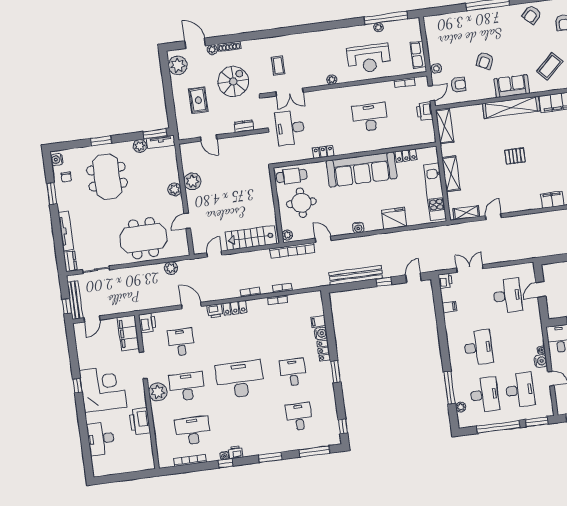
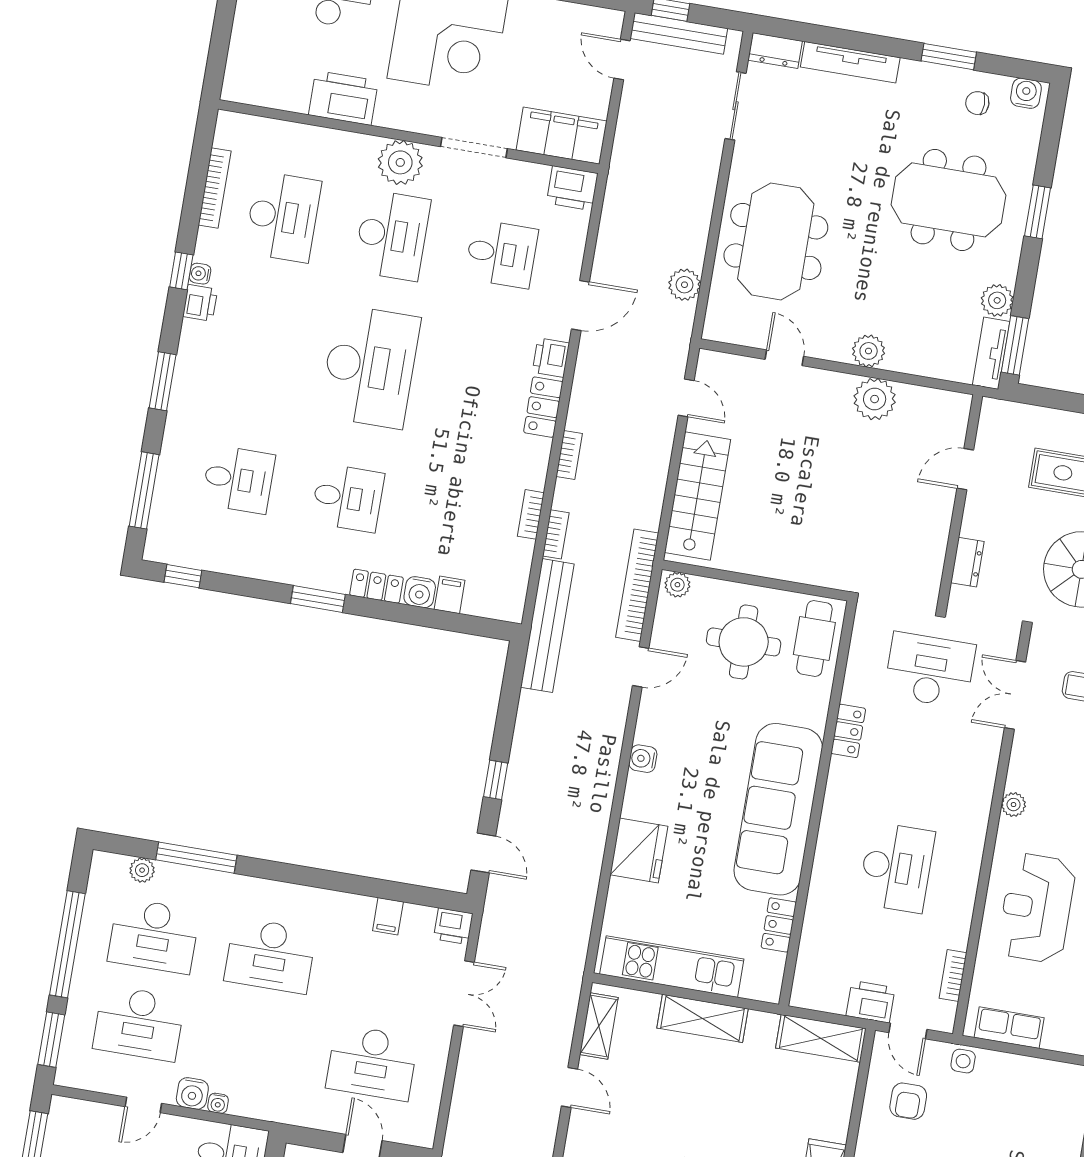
bench: (356, 275) -> (547, 626), moved

